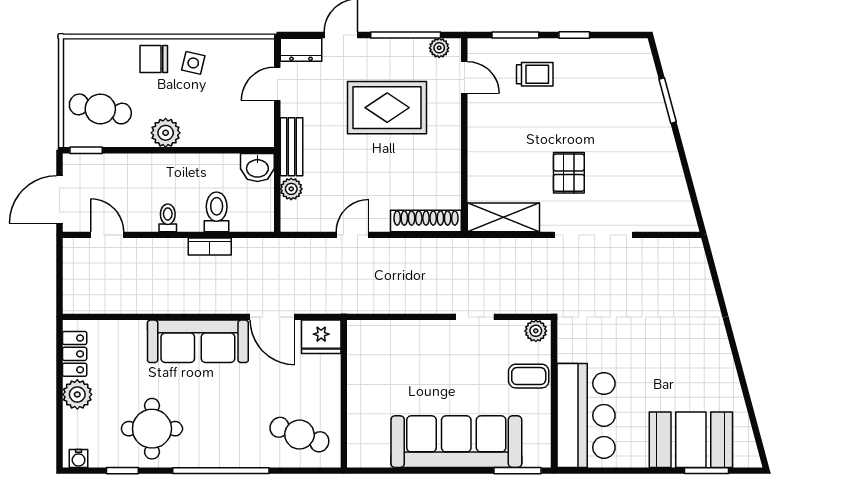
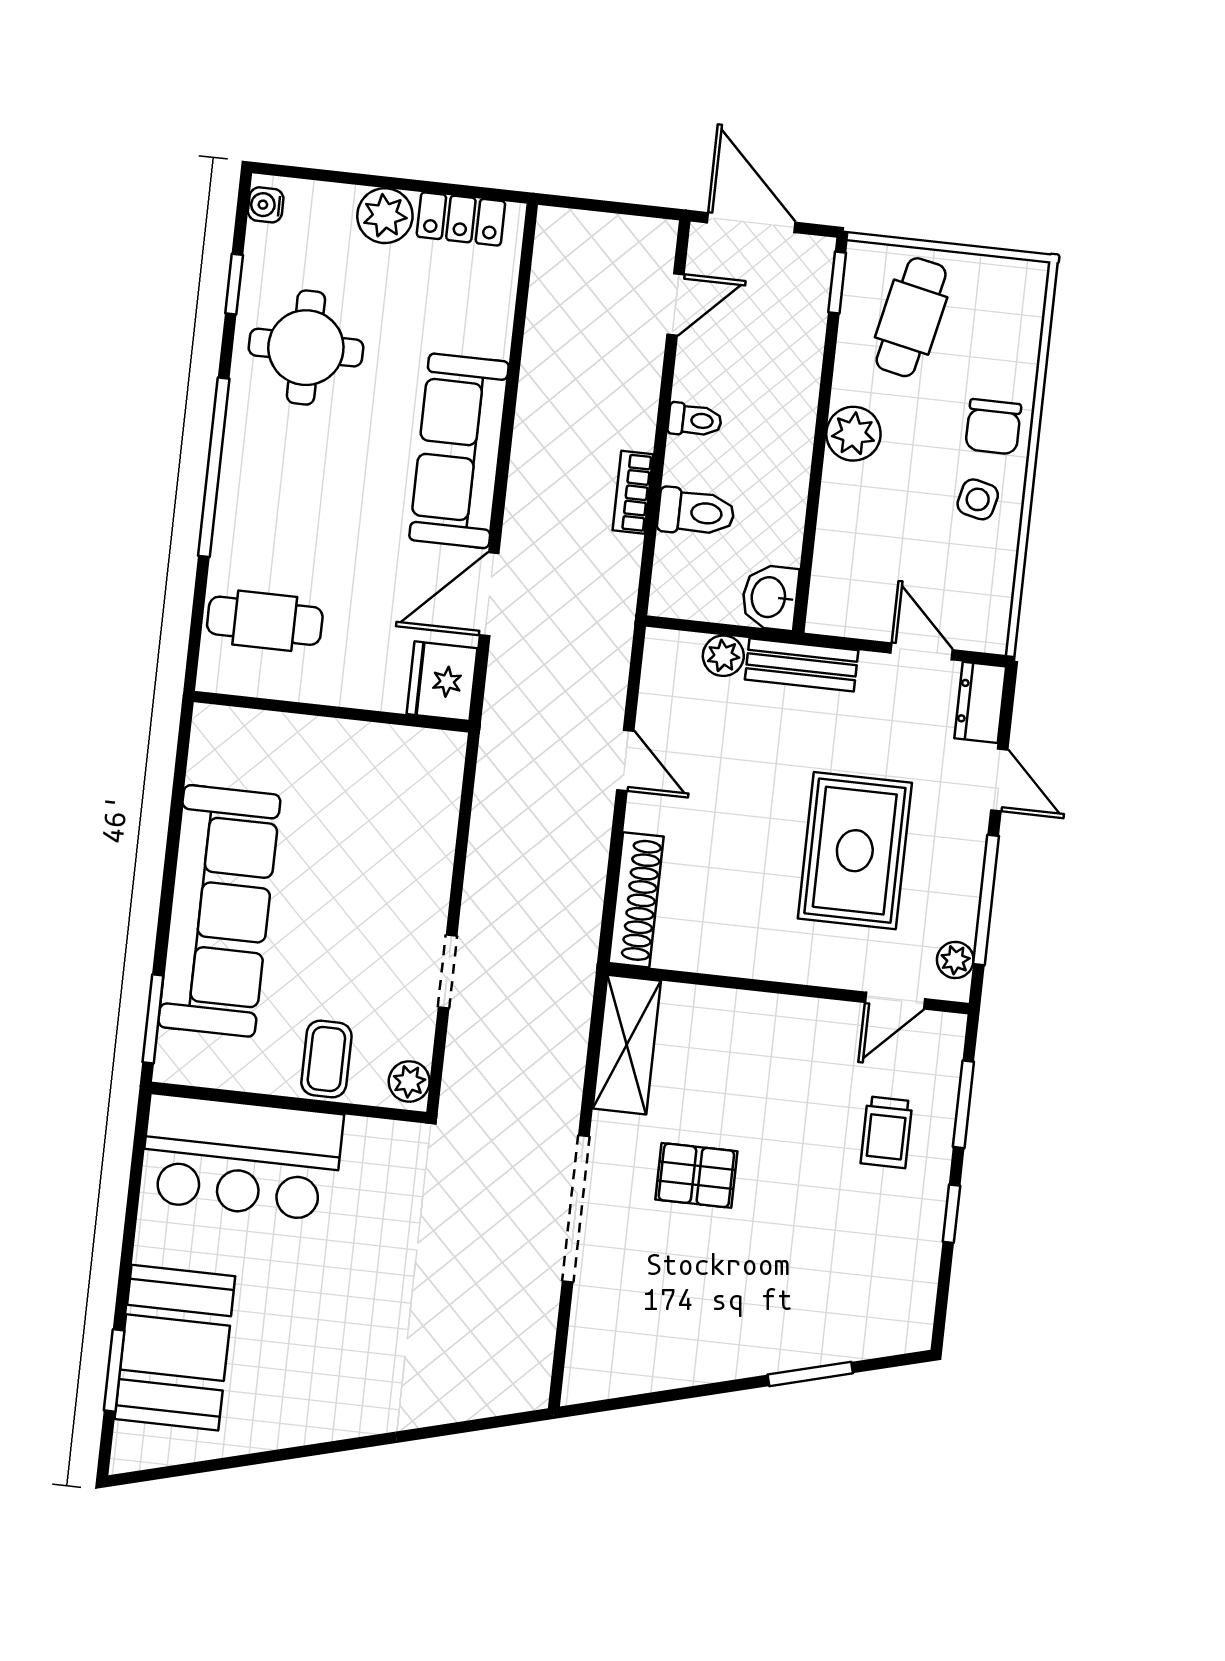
chair: (154, 59) -> (993, 427), turned 180
cafe table: (299, 435) -> (265, 621), turned 70

